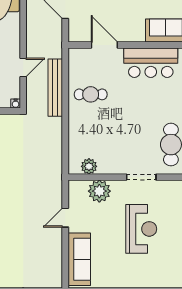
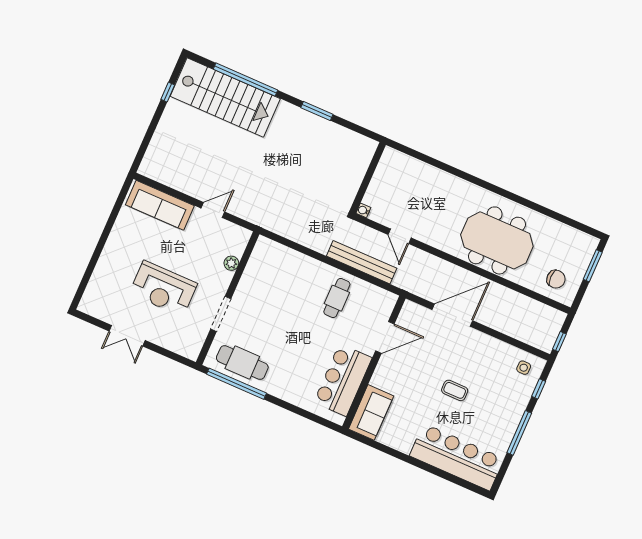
plant: (89, 166) -> (258, 261), removed
plant: (99, 191) -> (231, 263), width x0.53, depth x0.53
door: (65, 218) -> (213, 210), hinge flipped

